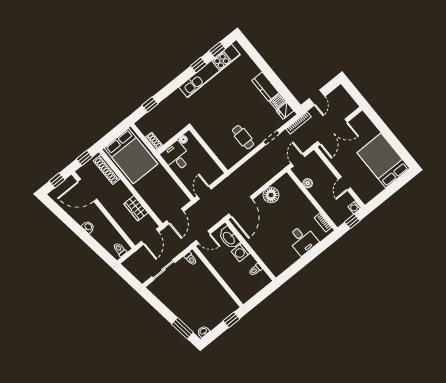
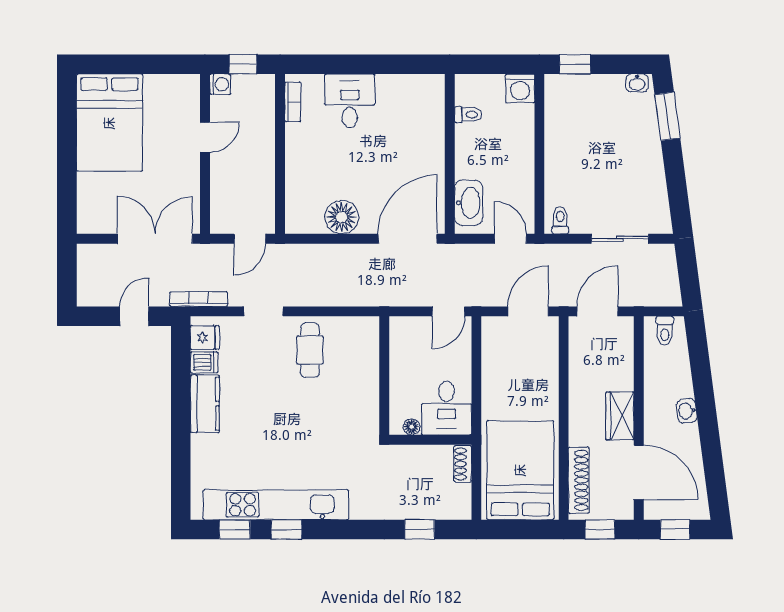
boiler: (308, 183) -> (265, 187), removed
wardrobe: (136, 208) -> (620, 416), moved, turned 180
washing machine: (241, 252) -> (520, 88), moved, turned 90

